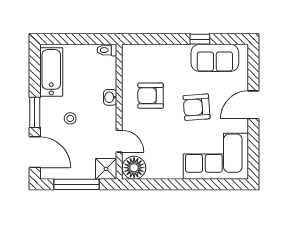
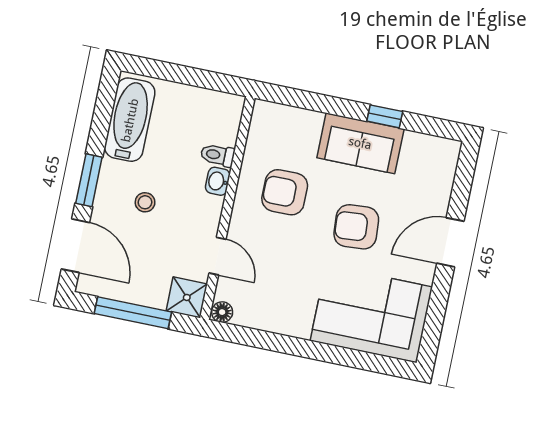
toilet: (107, 50) -> (218, 155), moved
sofa: (215, 58) -> (360, 143), moved
floor lamp: (134, 168) -> (222, 312), width x0.53, depth x0.53

